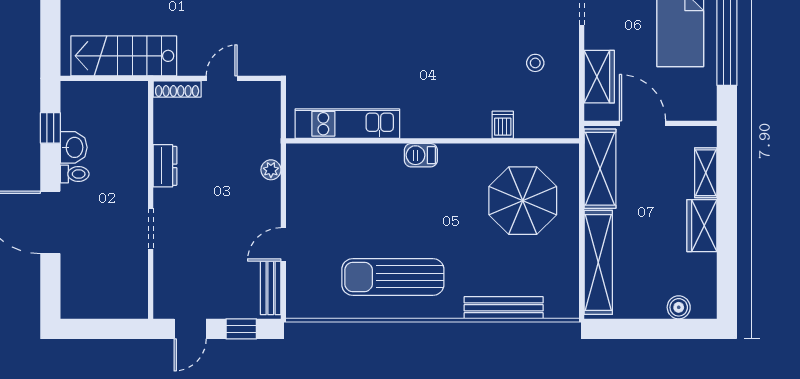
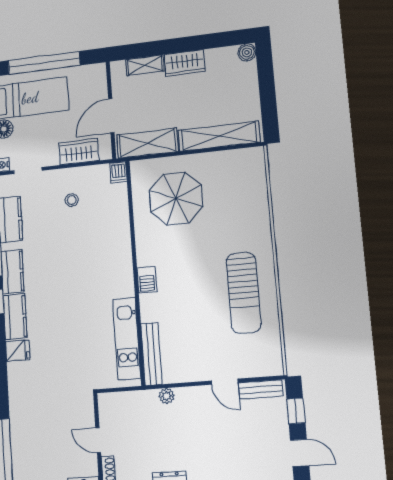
dishwasher: (503, 125) -> (119, 172), moved, turned -90
boiler: (679, 307) -> (247, 52), moved
bench: (504, 308) -> (152, 354), moved

